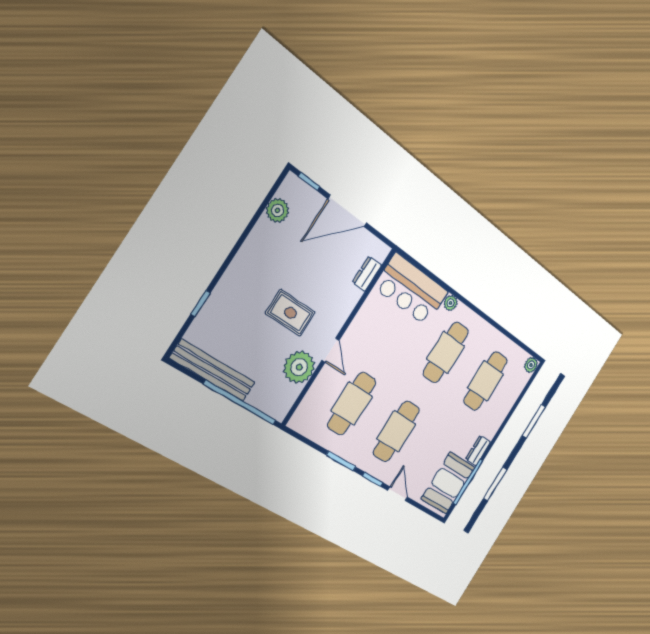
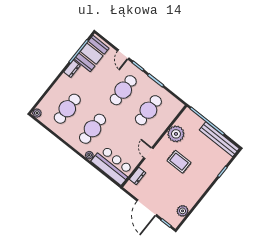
door: (347, 211) -> (147, 208), swing flipped
door: (330, 350) -> (148, 153), moved

